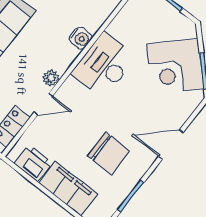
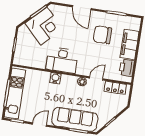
door: (43, 104) -> (96, 78), hinge flipped
chair: (108, 153) -> (102, 35), turned -90

